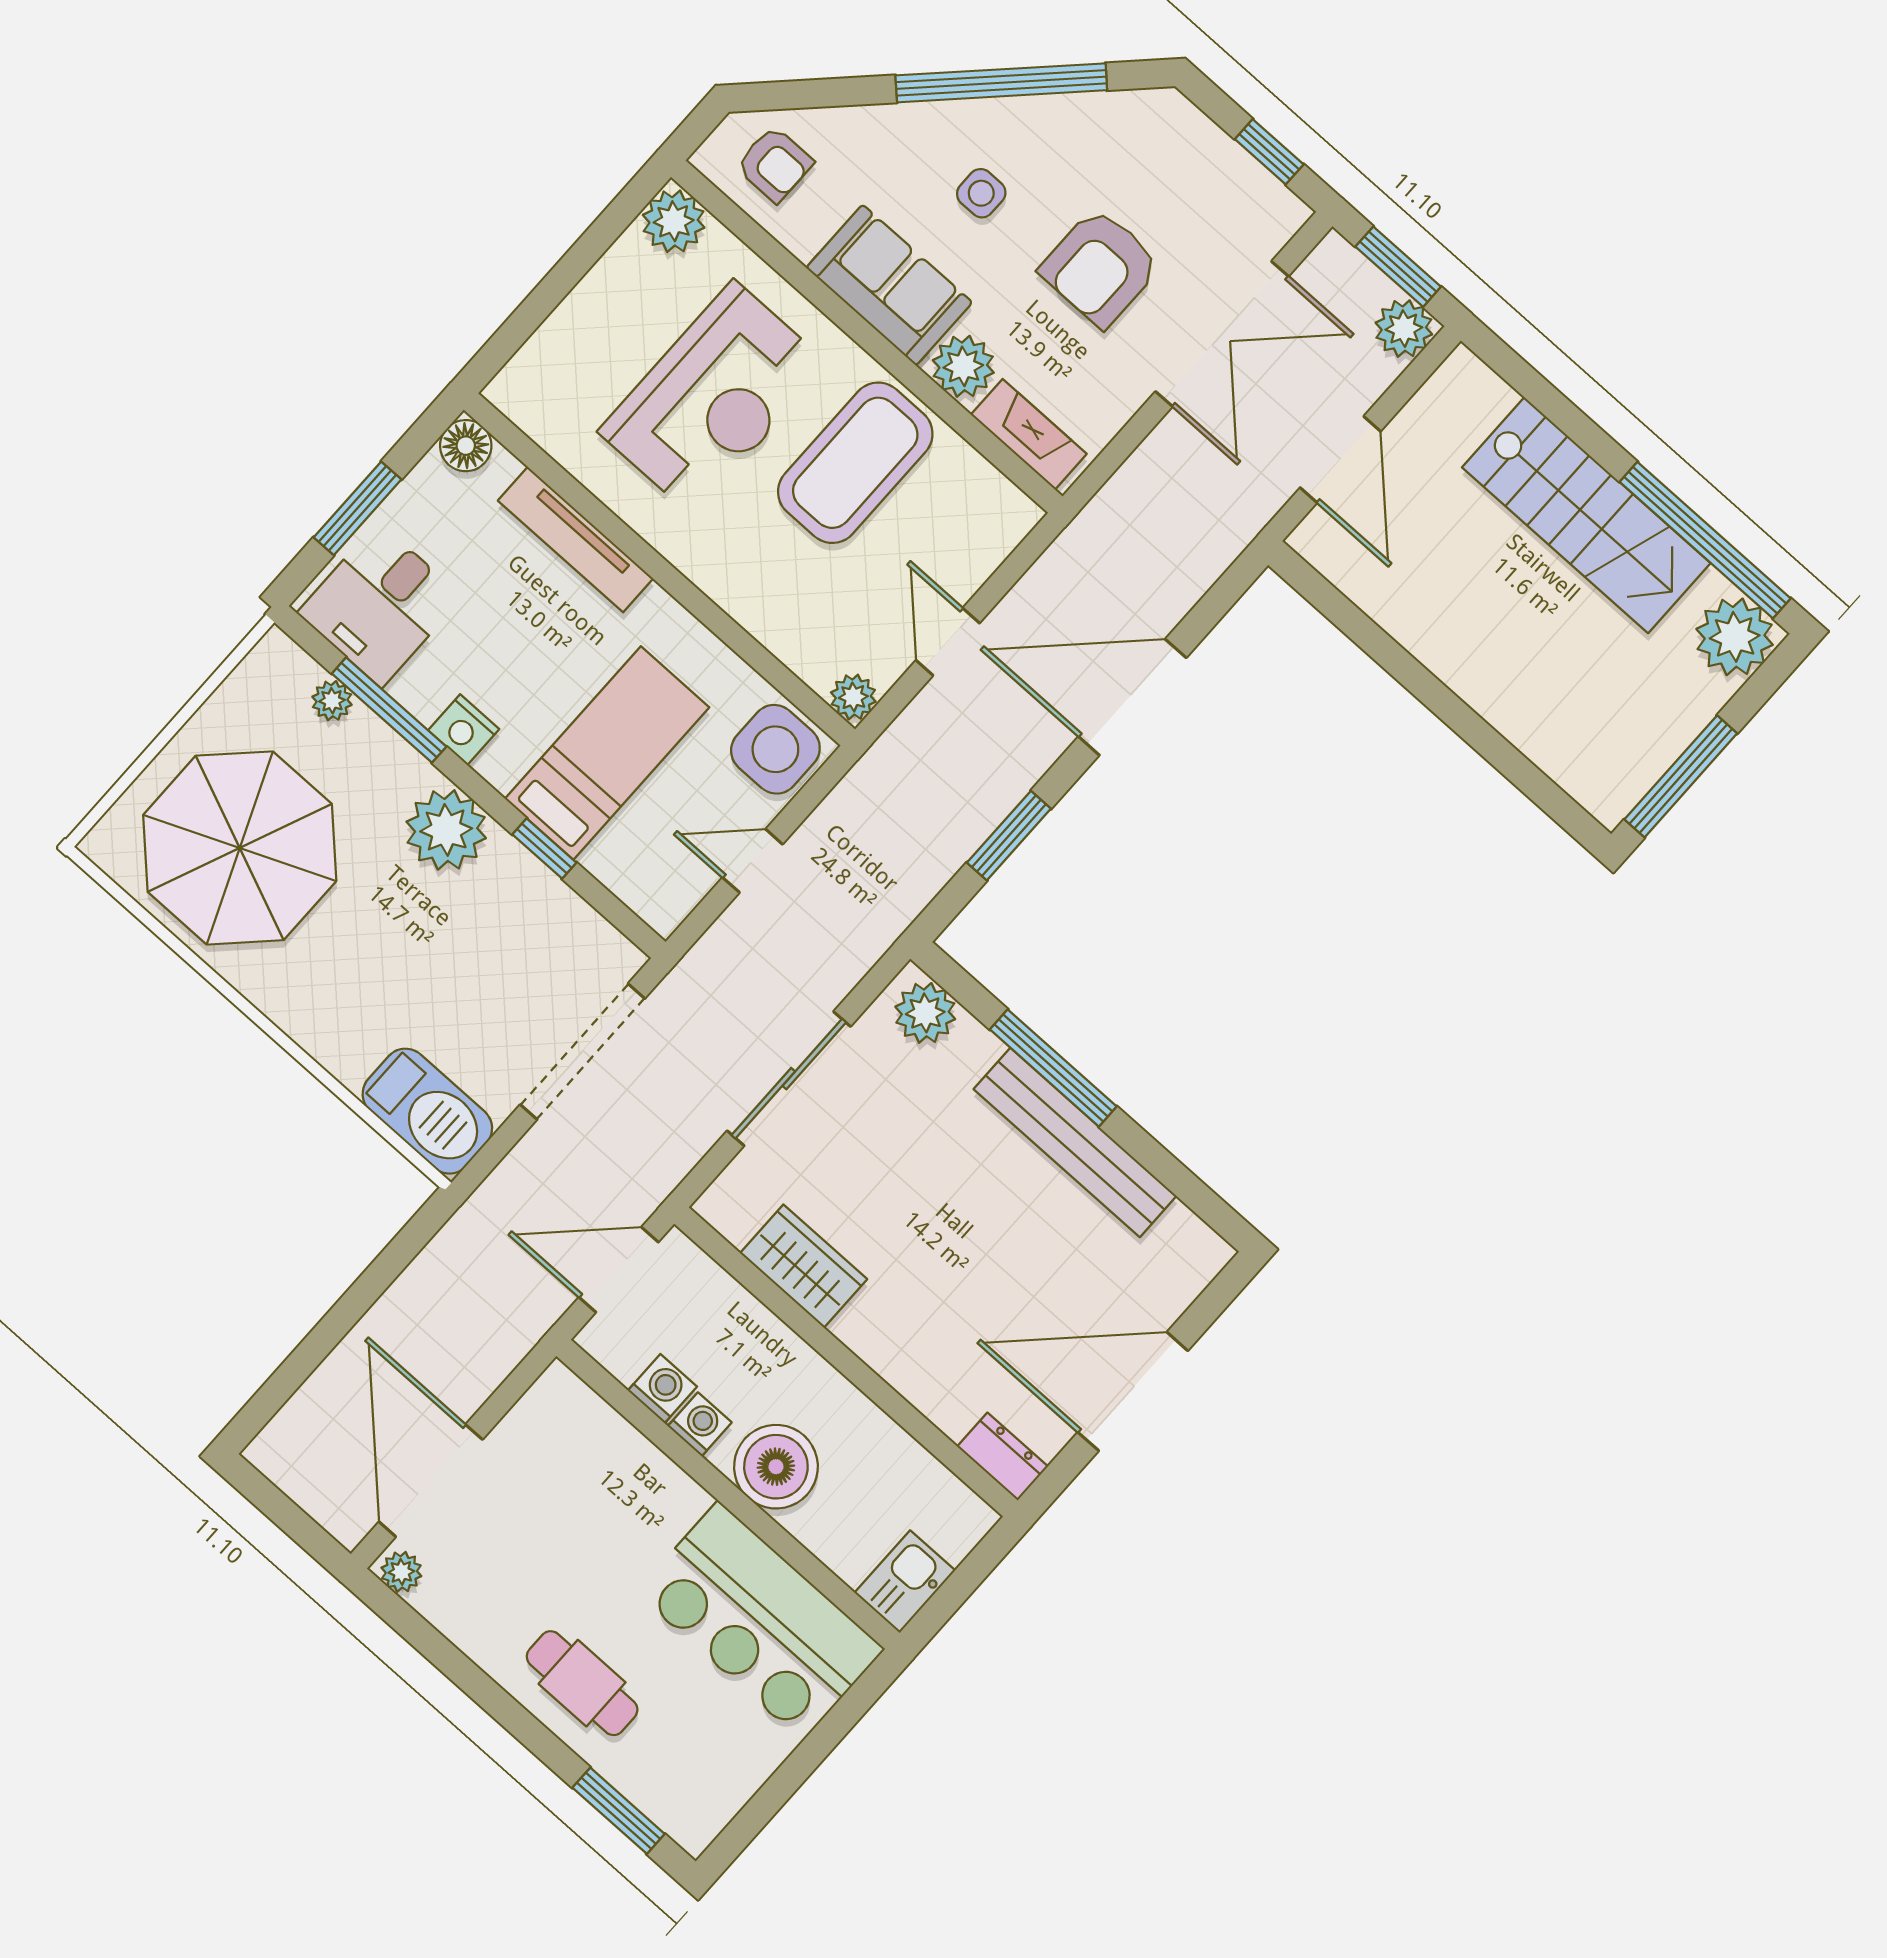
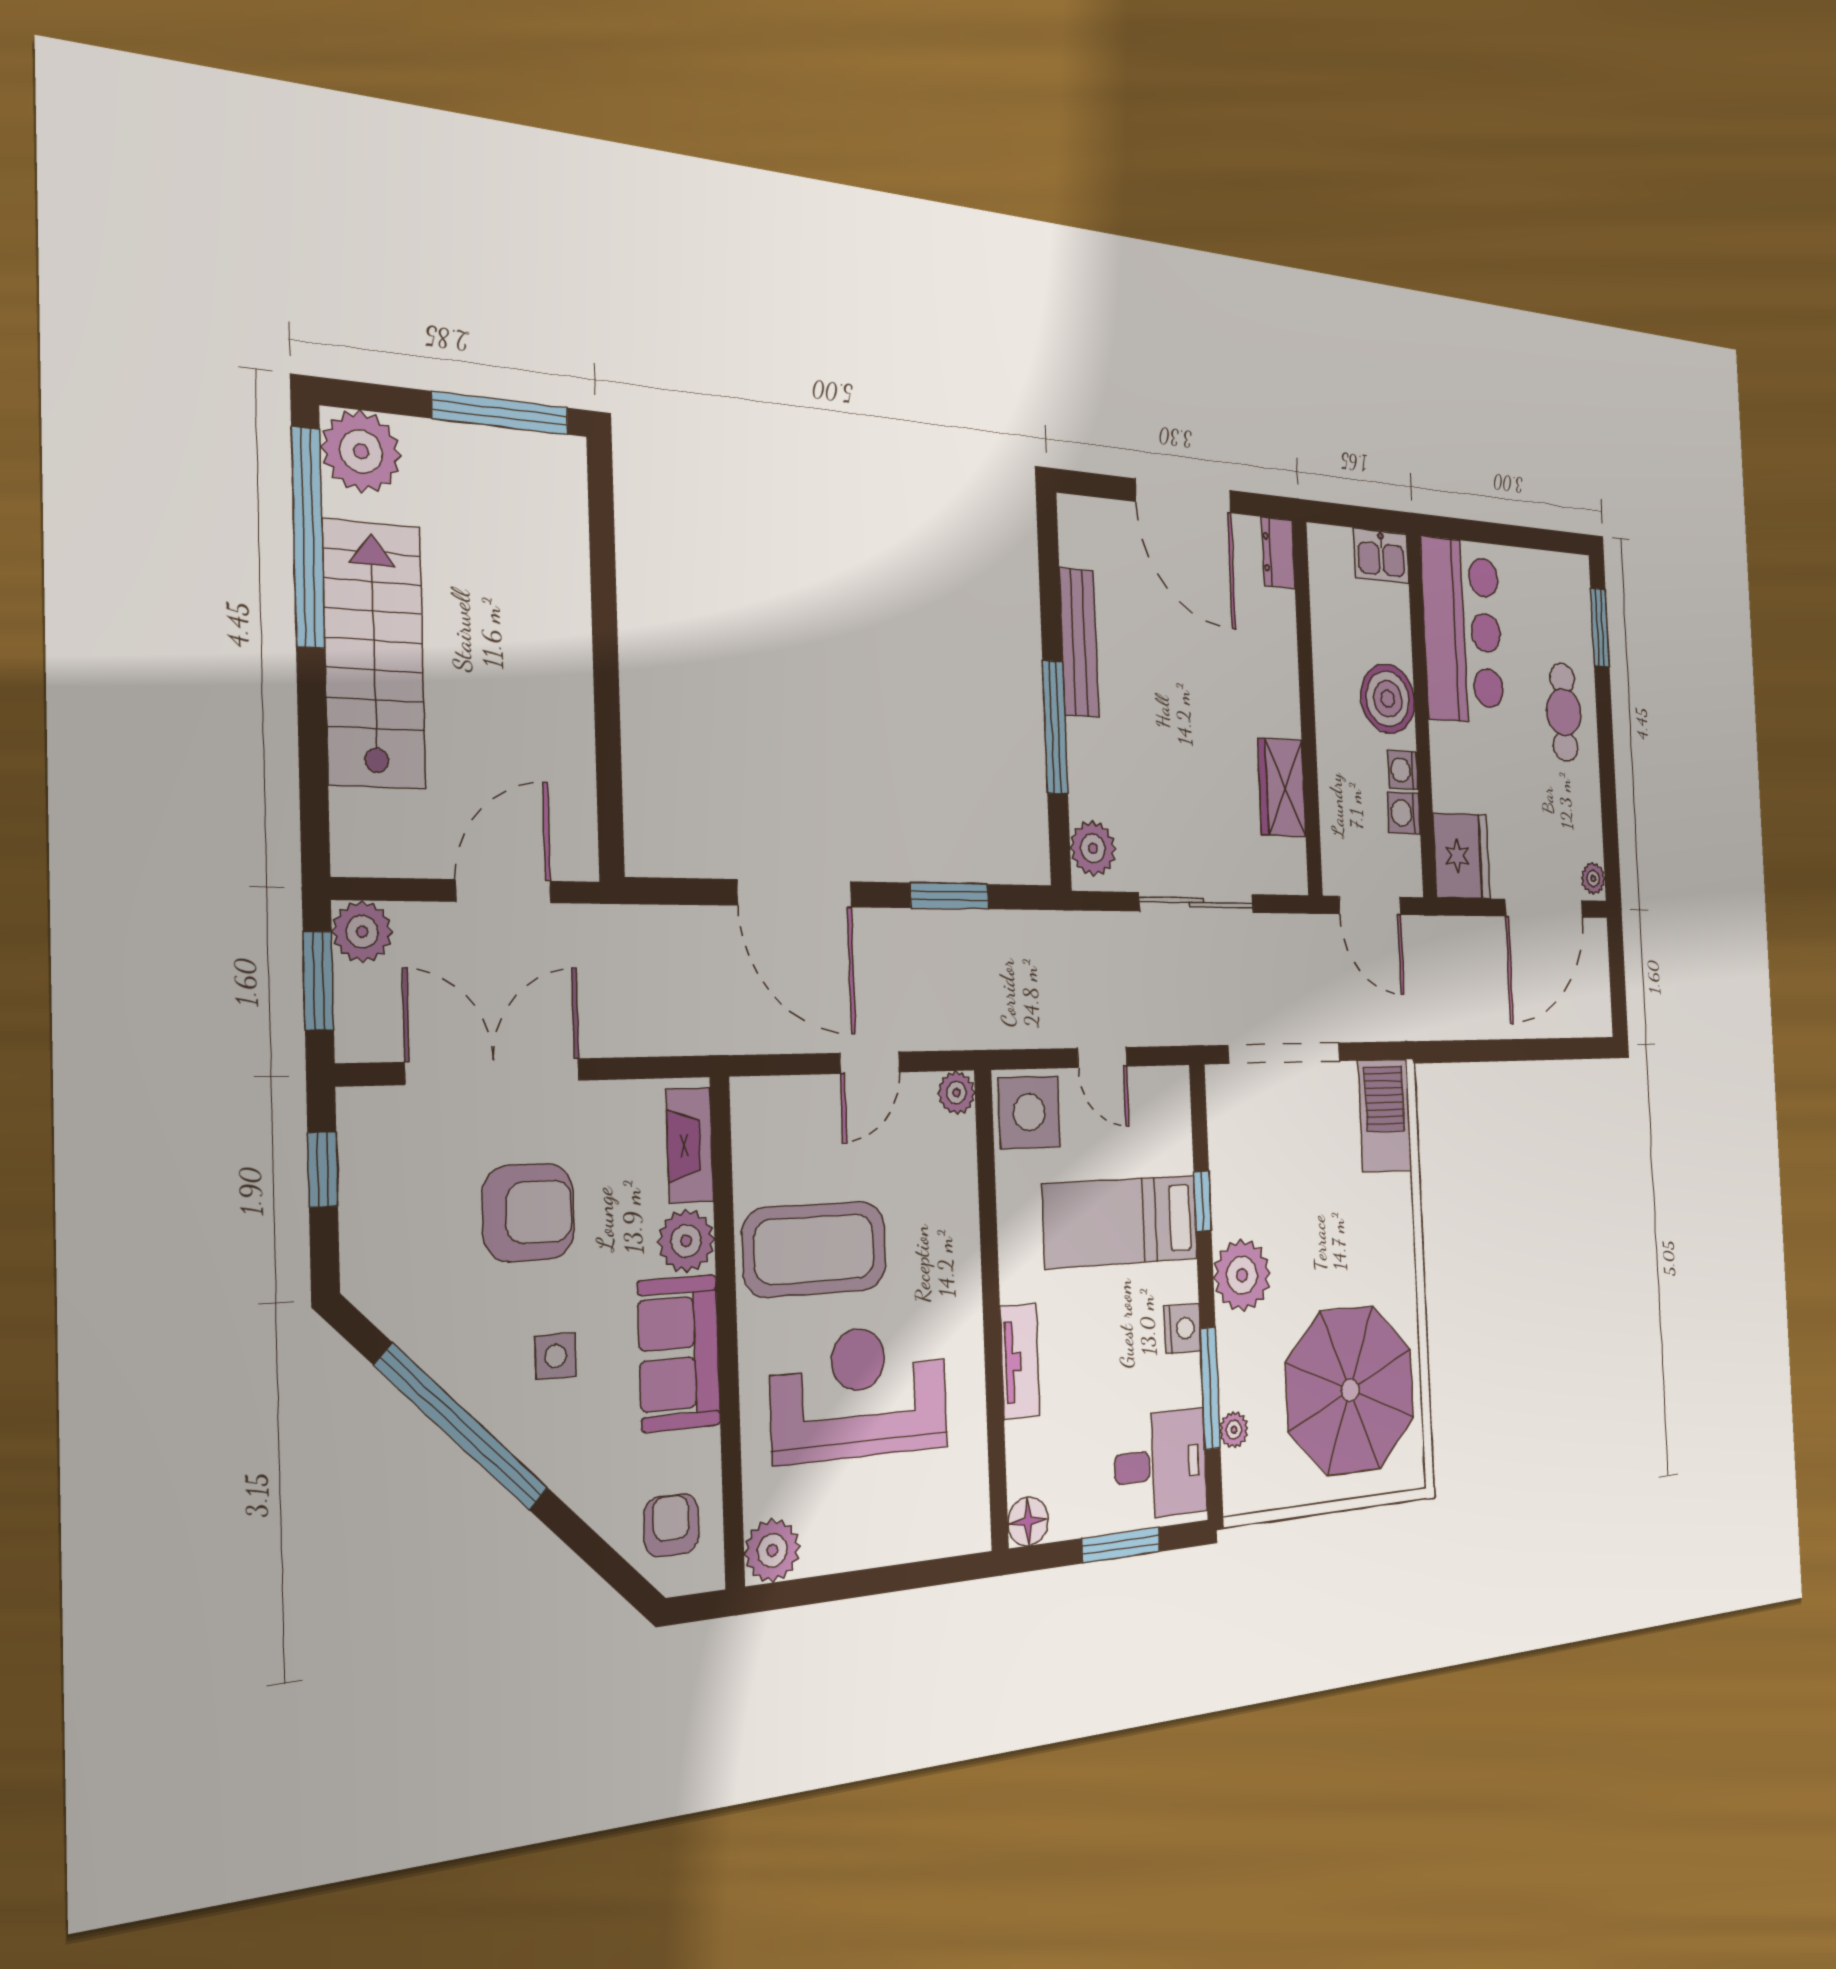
tv unit: (576, 540) -> (1020, 1361), width x0.71
bench: (1075, 1142) -> (1079, 643), width x0.73, depth x0.82
fridge: (566, 1422) -> (1462, 856), added

